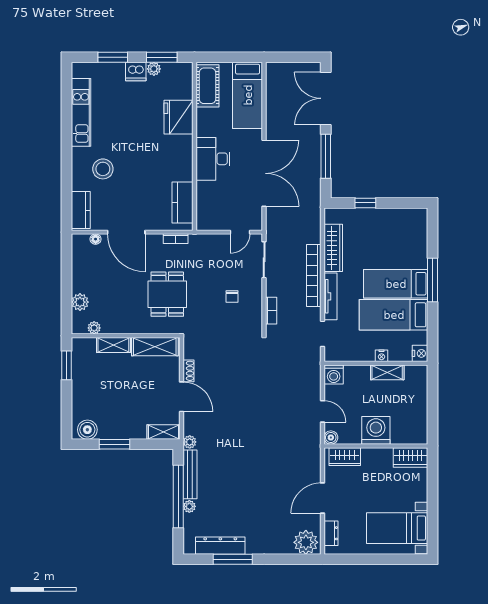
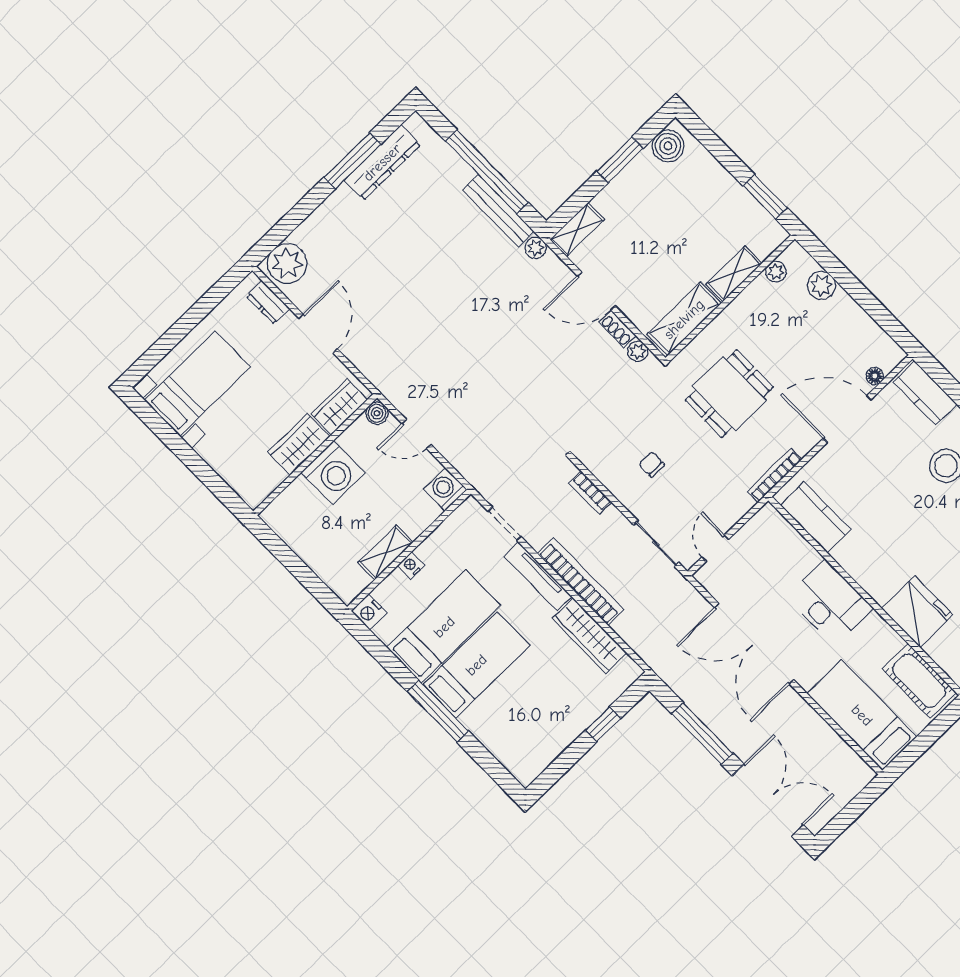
bookcase: (176, 239) -> (775, 475), width x1.56
dining table: (167, 294) -> (729, 394), turned 90
wardrobe: (411, 457) -> (299, 444), moved
plant: (189, 506) -> (638, 351), moved

